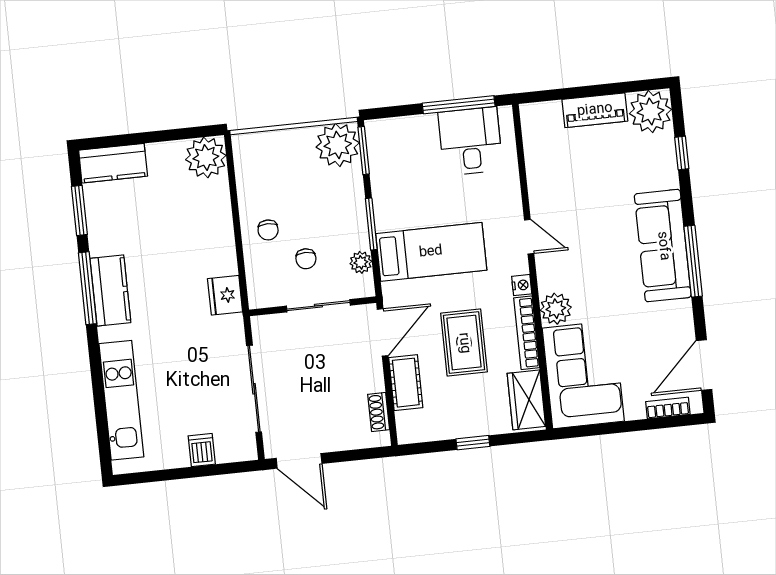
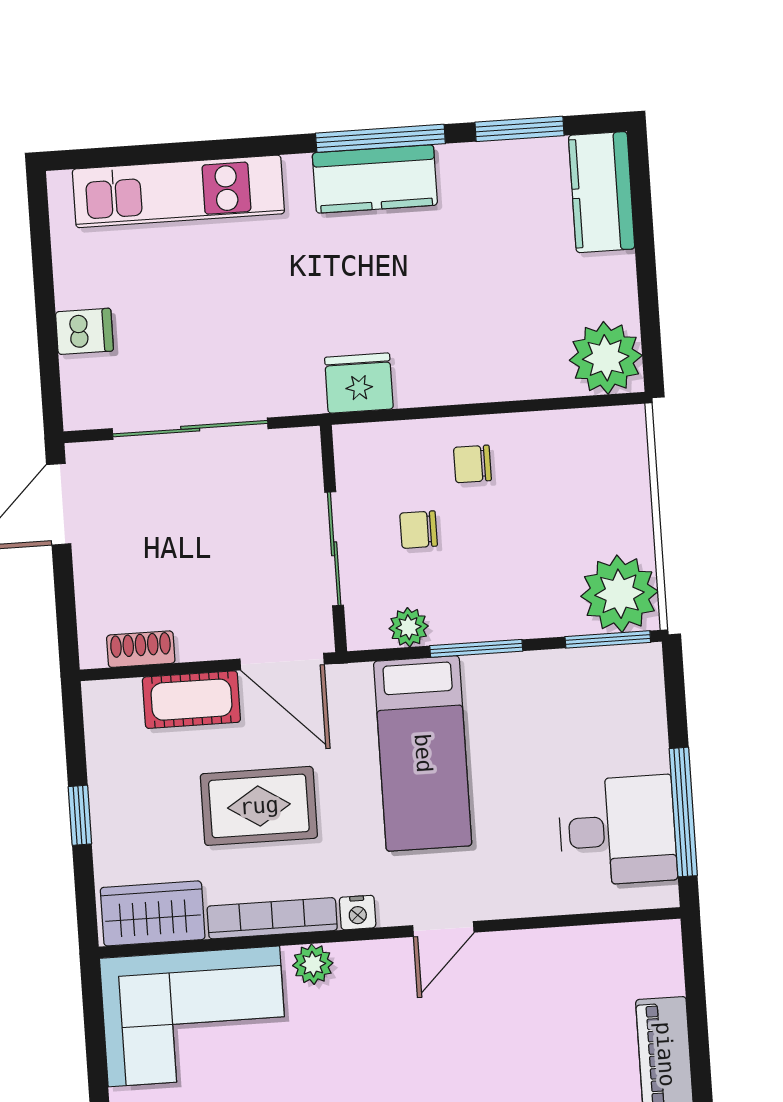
plant: (556, 309) -> (313, 964), width x0.73, depth x0.73

